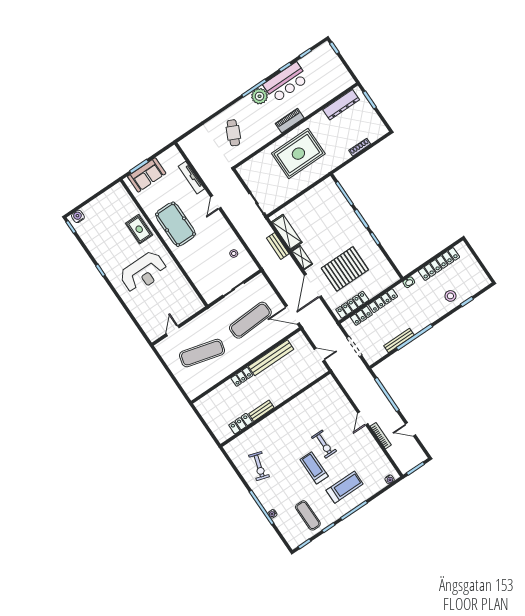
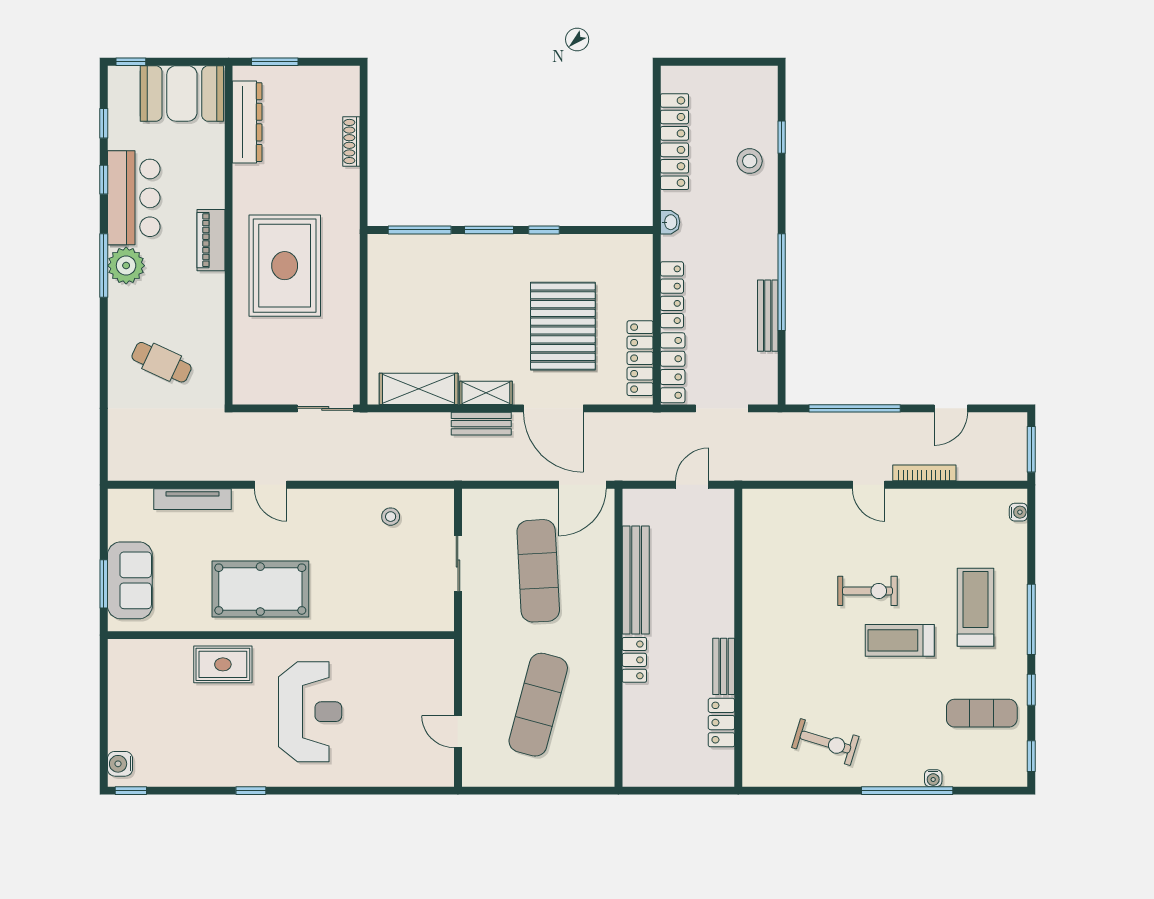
booth: (335, 74) -> (182, 93), added
bench: (278, 246) -> (481, 424), moved
locker: (361, 316) -> (673, 368), width x1.53

